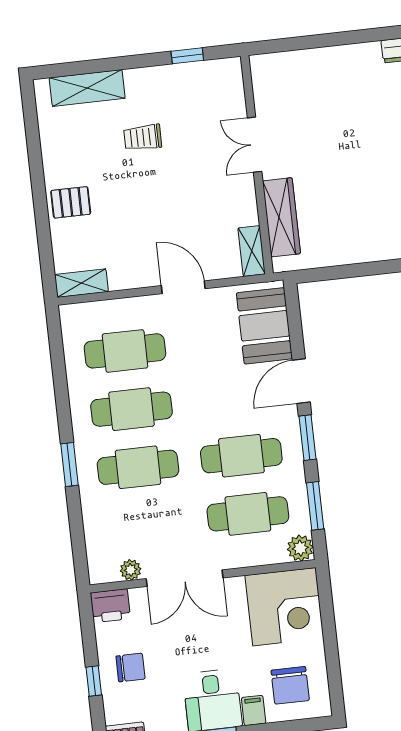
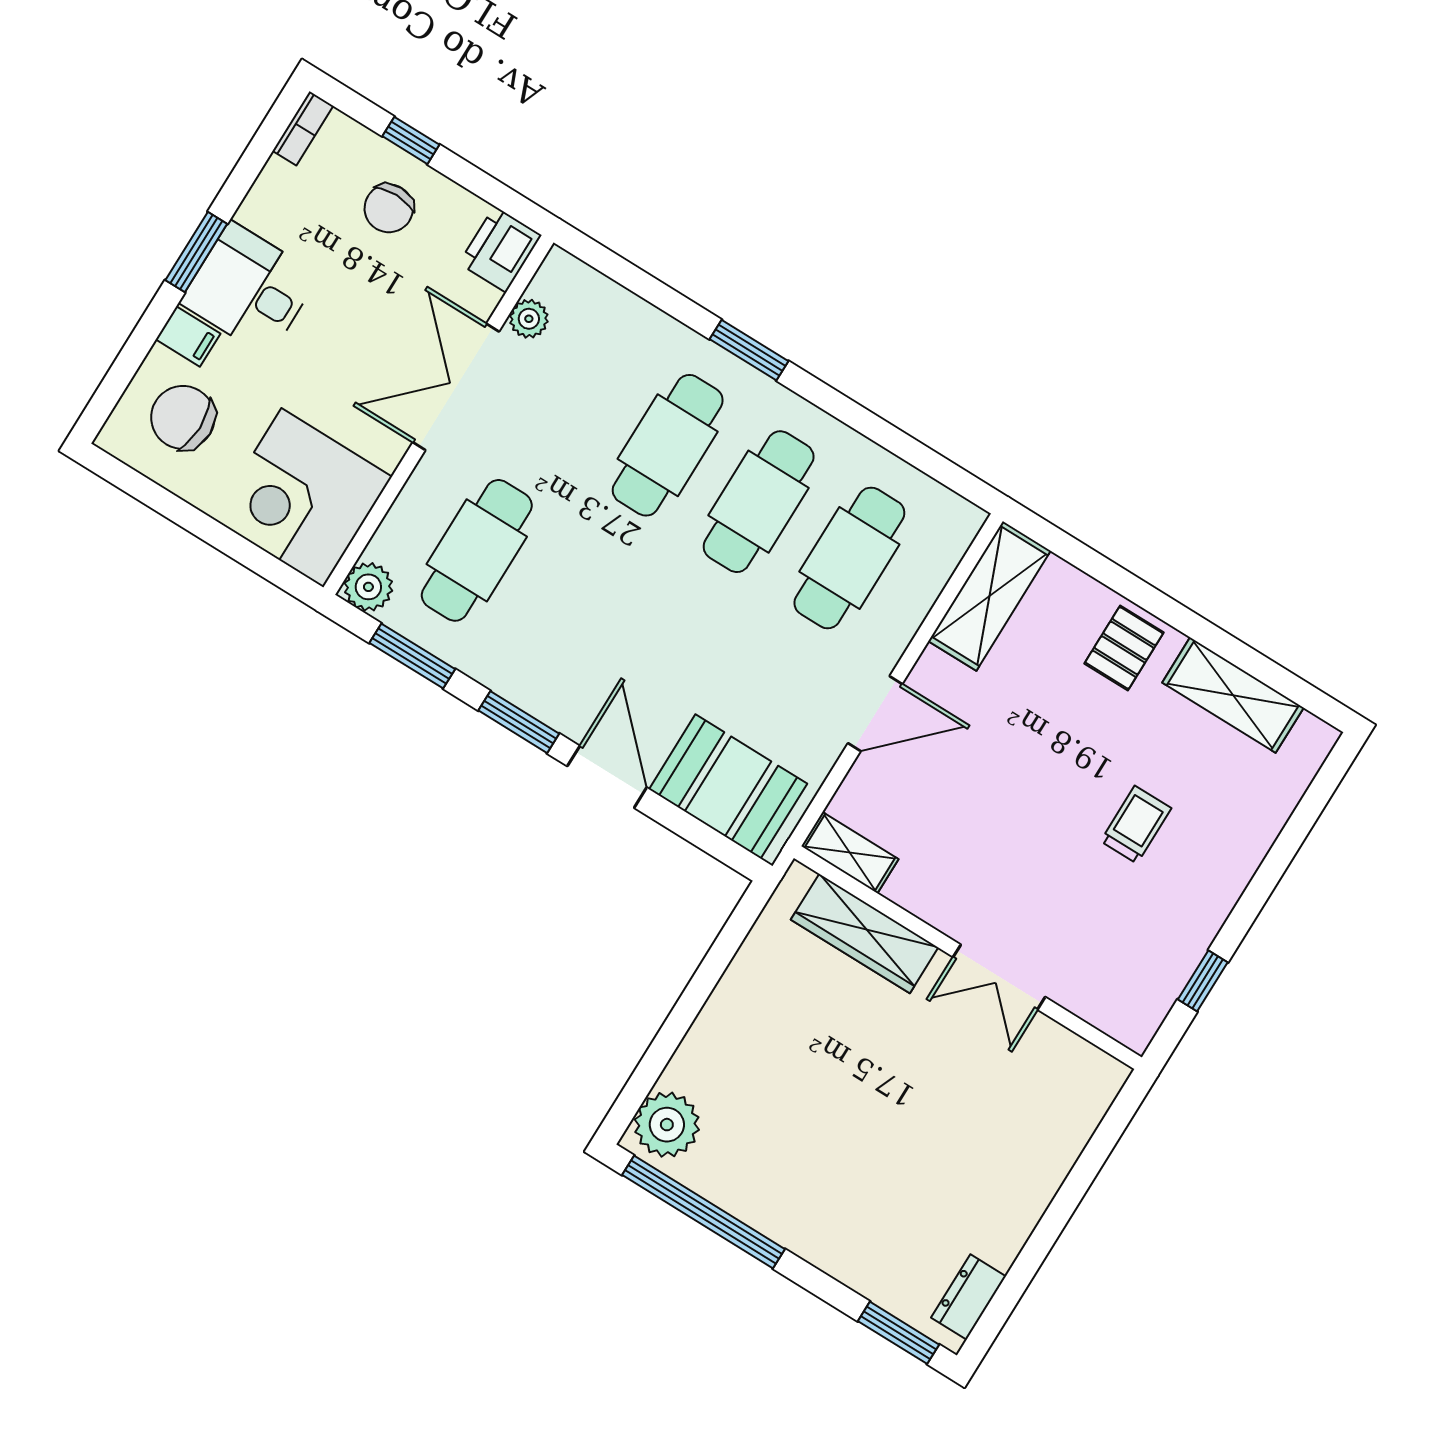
shelving: (87, 88) -> (1233, 695), moved, turned 90
double door: (255, 145) -> (999, 977), swing flipped
shelving: (81, 283) -> (990, 596), width x1.50, depth x1.33
cafe table: (241, 456) -> (568, 607), removed

